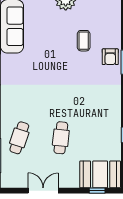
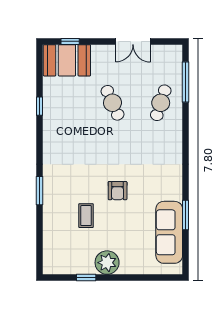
armchair: (110, 57) -> (118, 191), moved, turned 180
cafe table: (61, 138) -> (112, 103), turned -30

